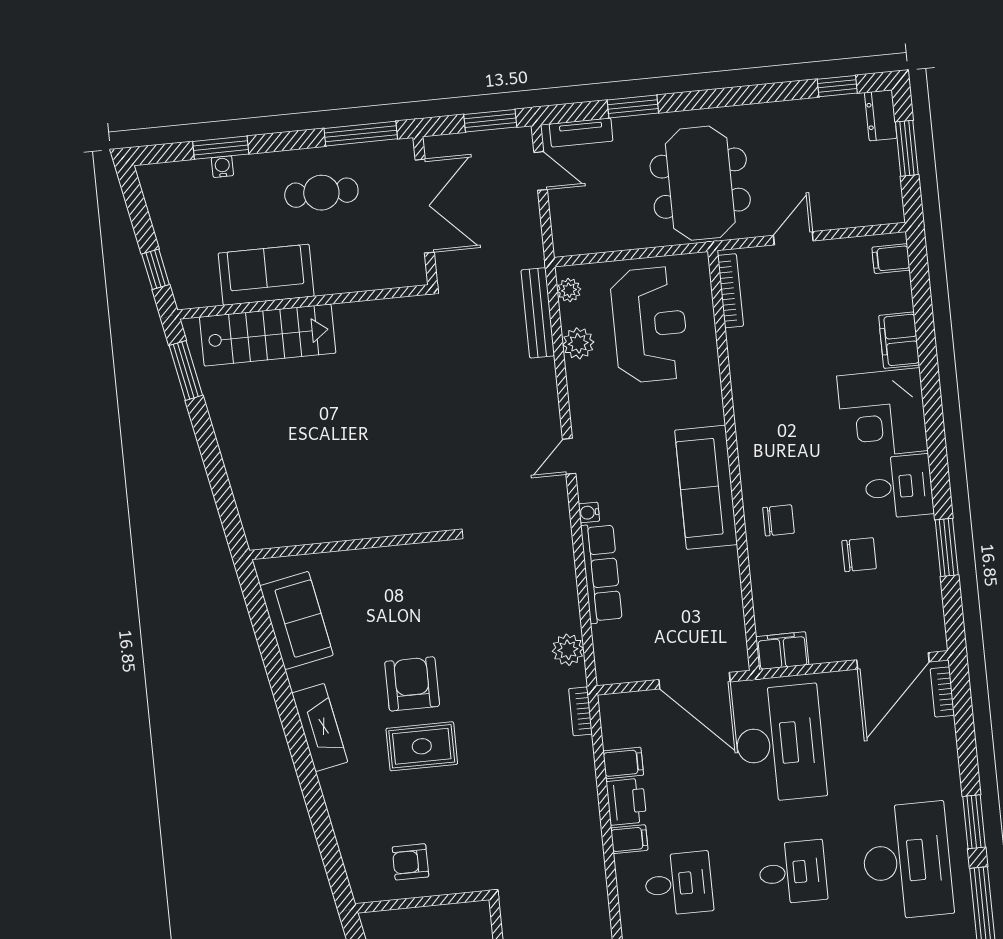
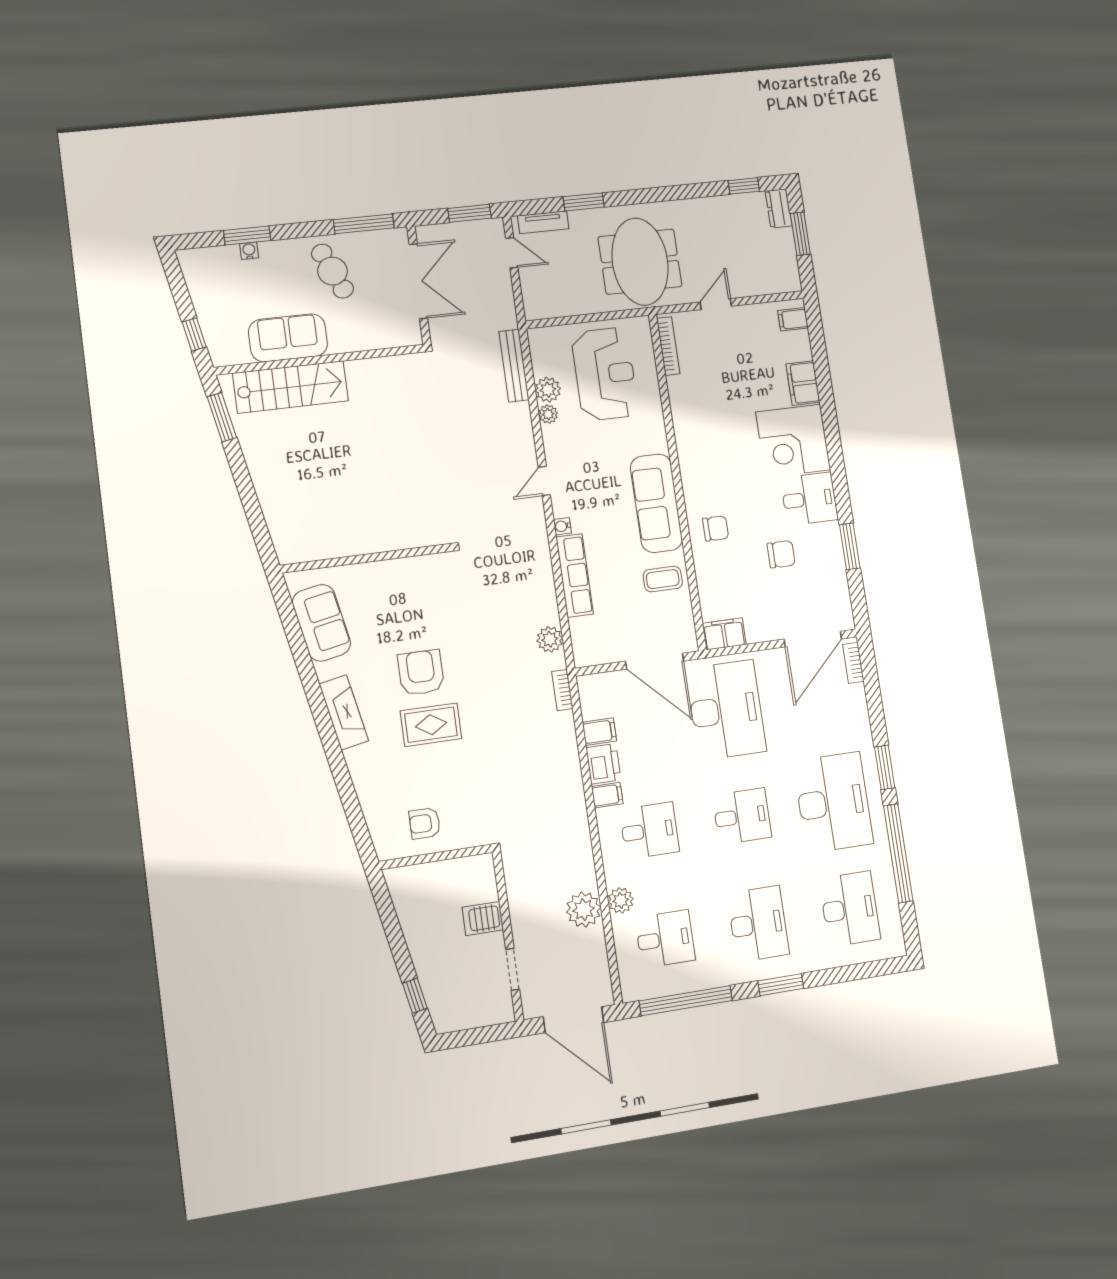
cafe table: (321, 193) -> (332, 271), turned 67
plant: (569, 290) -> (548, 414), moved
coffee table: (709, 581) -> (663, 579), added

